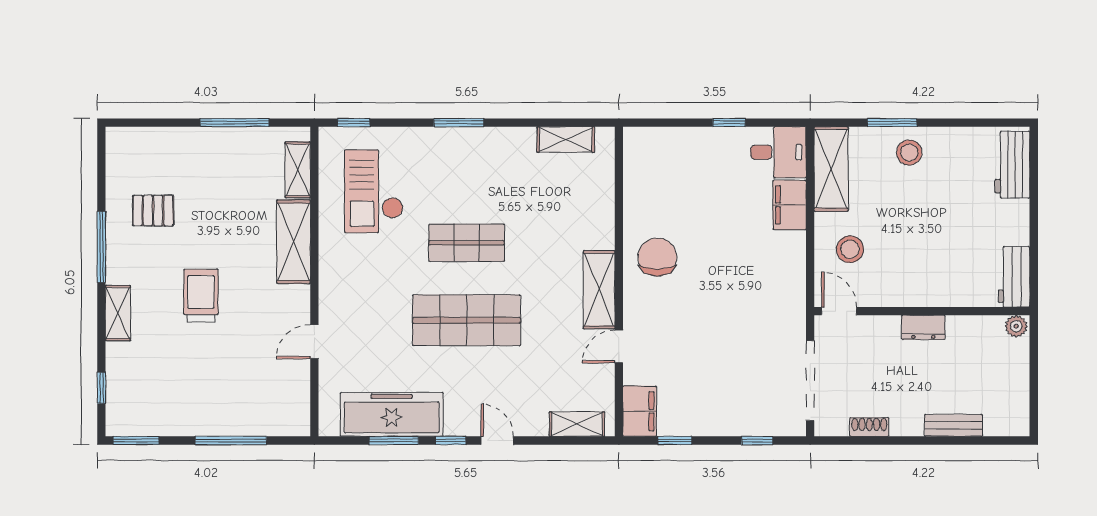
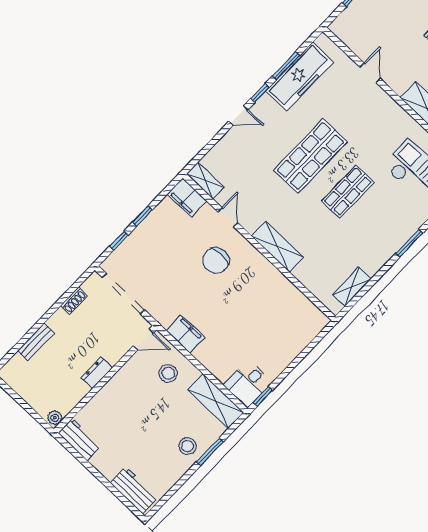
window: (729, 123) -> (263, 396), moved
filing cabinet: (790, 205) -> (186, 334), moved
chair: (657, 257) -> (216, 261), moved, turned 90
shelving: (599, 290) -> (277, 247), moved
shelving: (577, 424) -> (205, 181), moved, turned 90
window: (675, 441) -> (142, 216), moved

